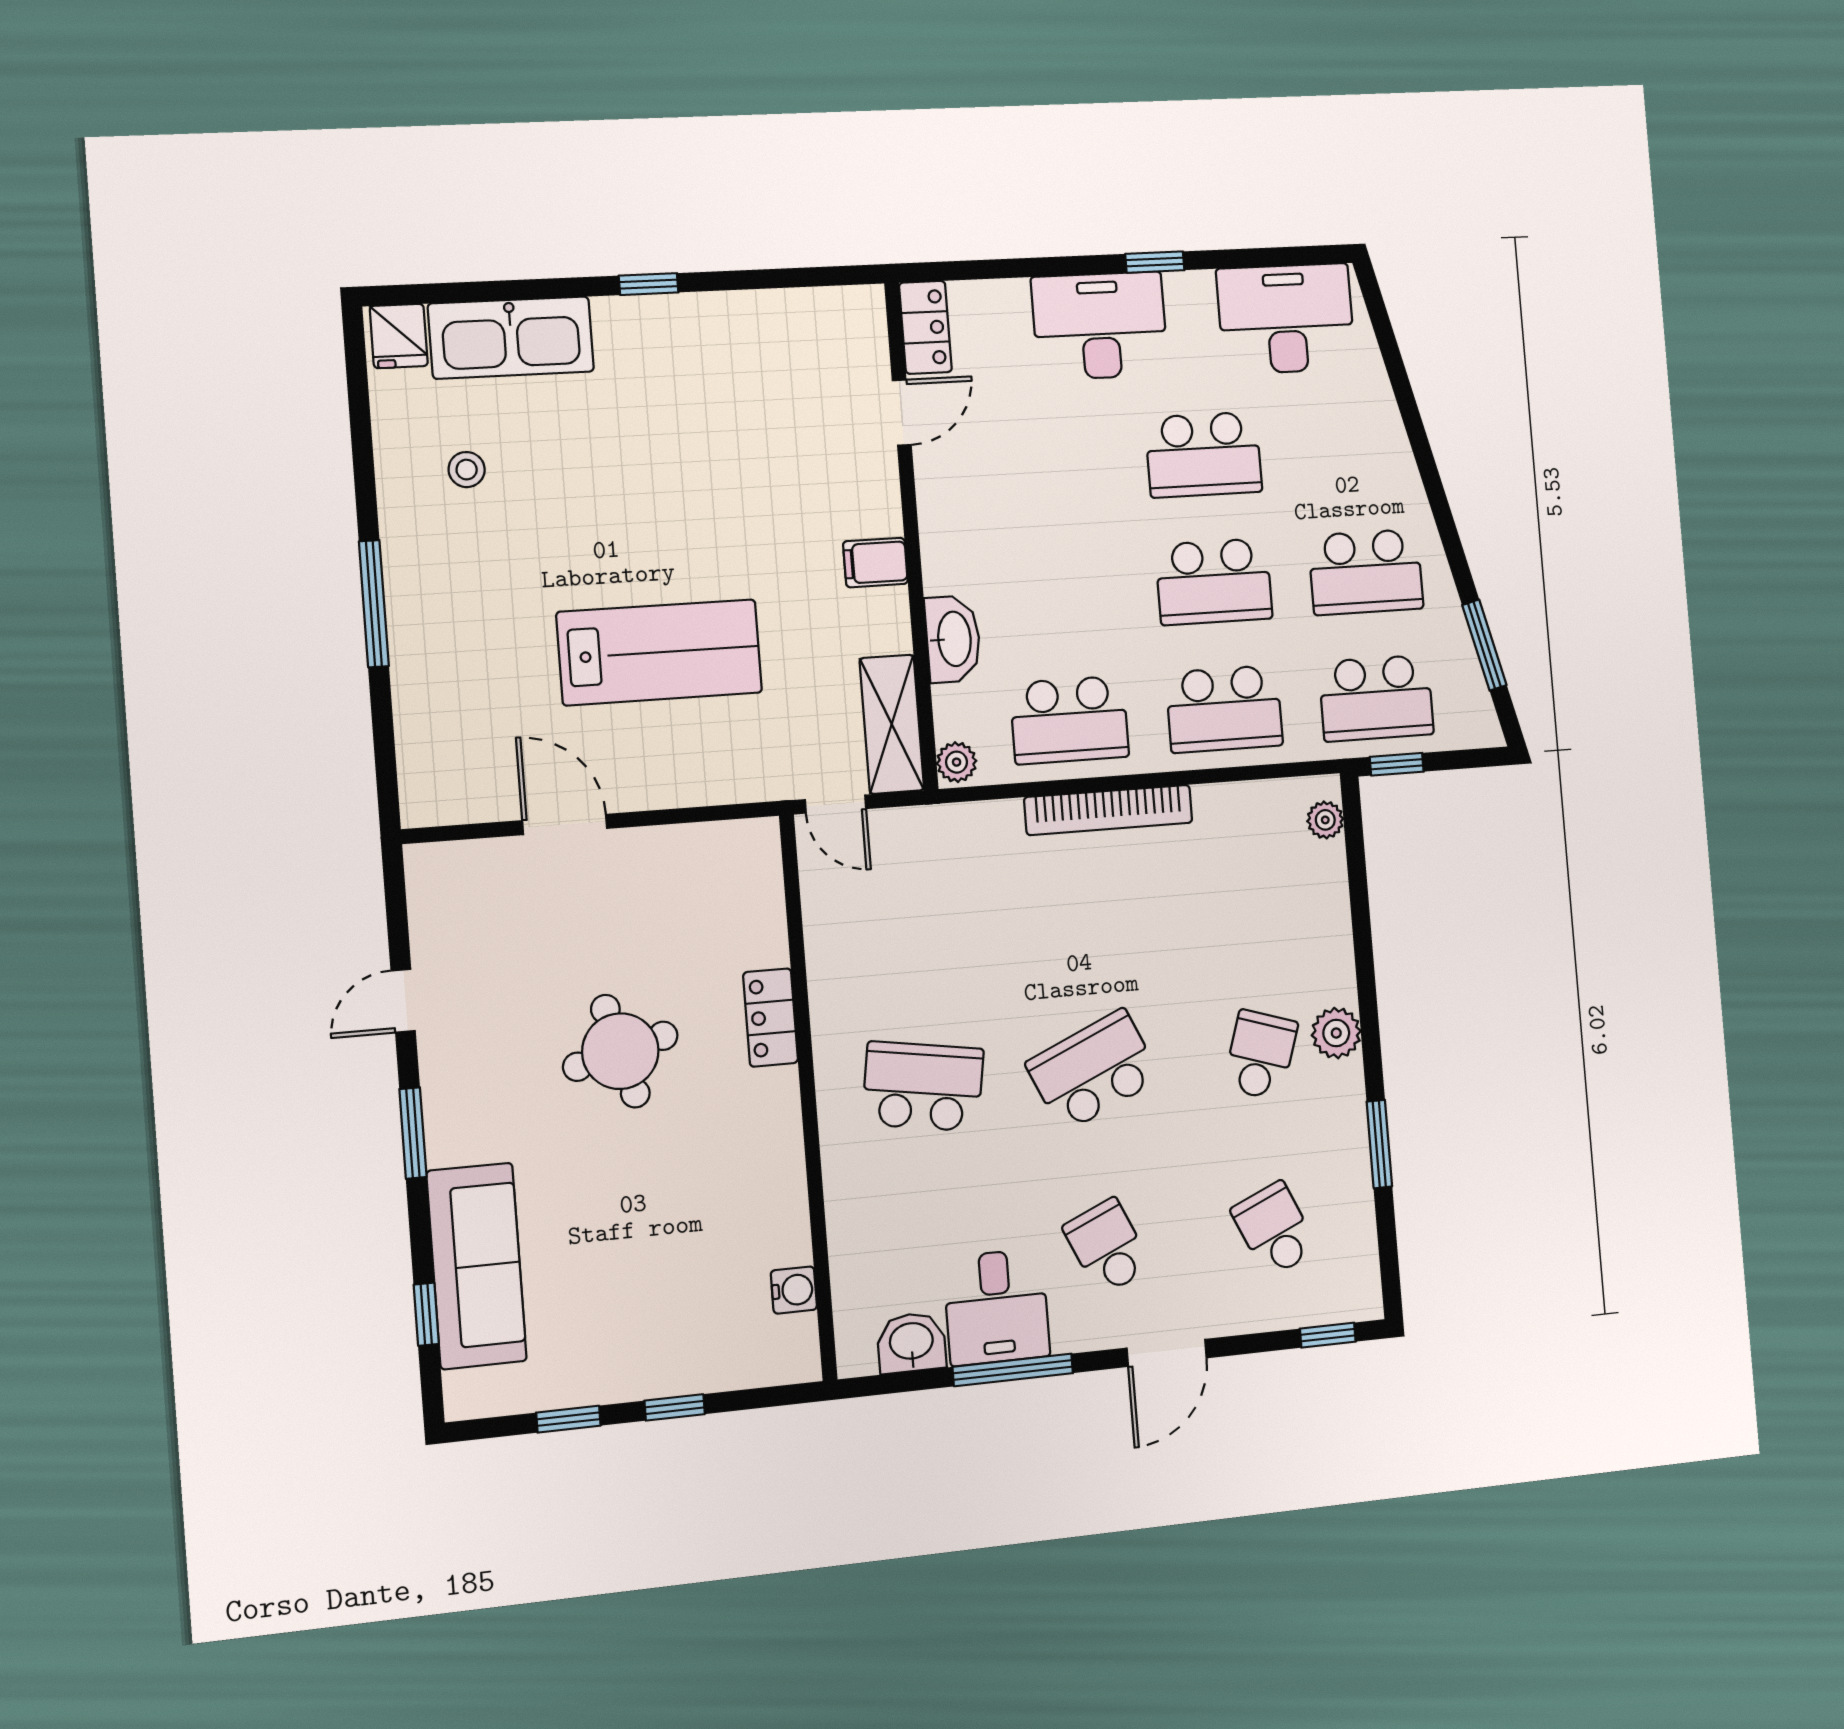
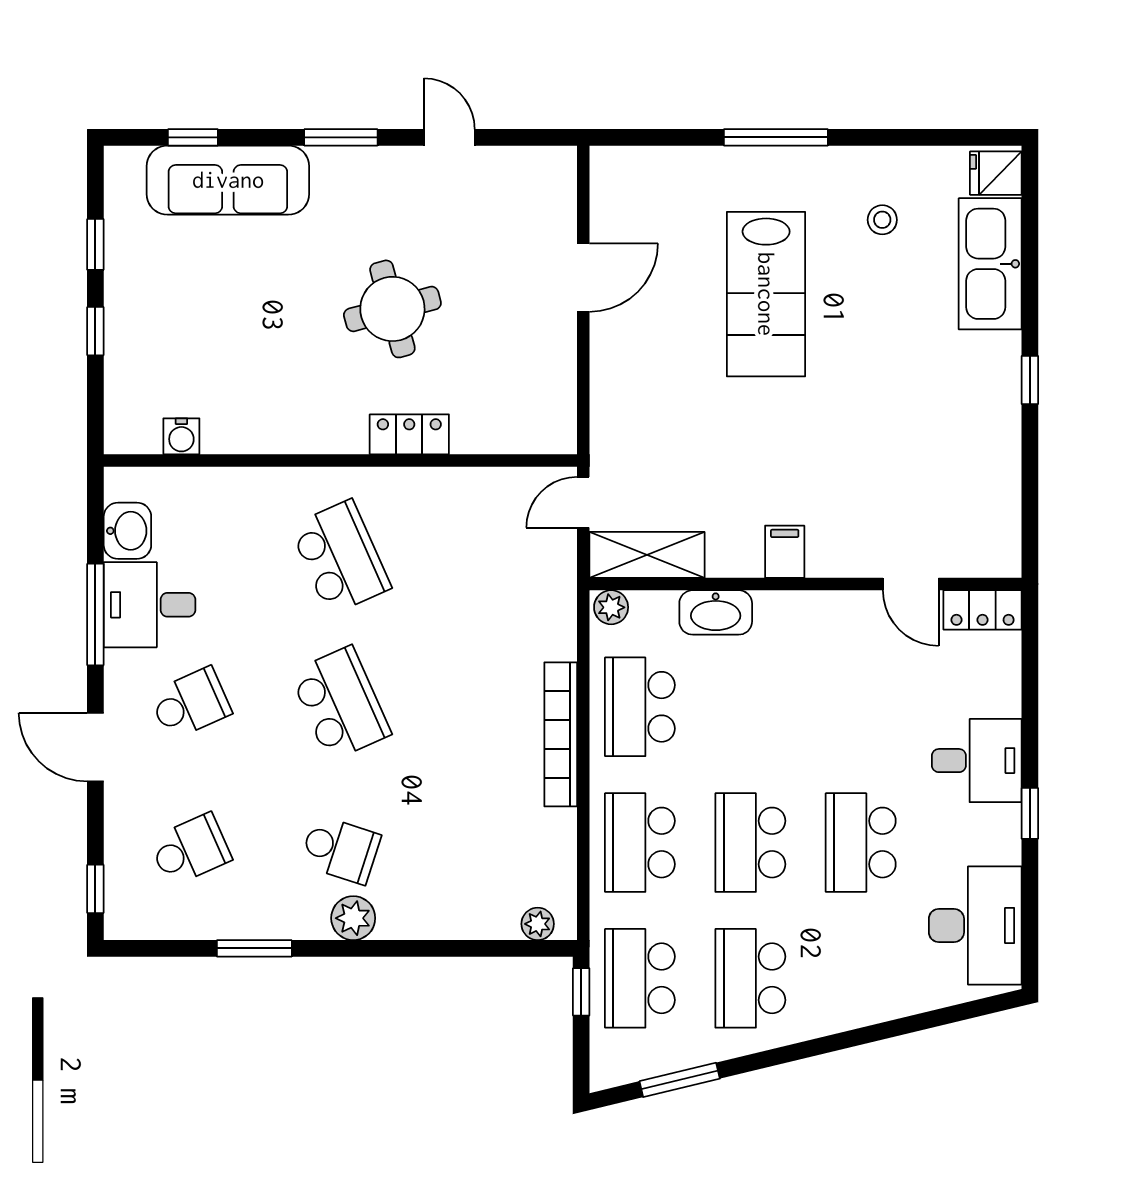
desk: (1100, 326) -> (977, 761), width x0.73
lab bench: (660, 652) -> (766, 294), moved
school desk: (923, 1086) -> (340, 557), turned -33

